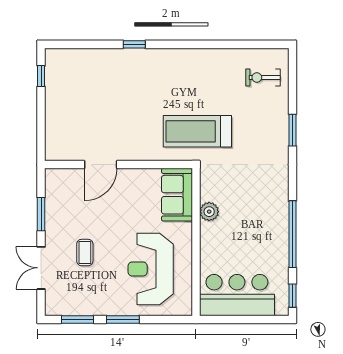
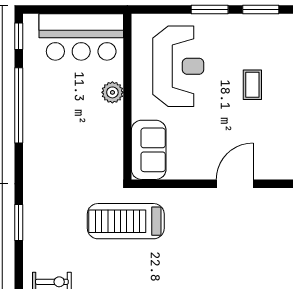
treadmill: (197, 131) -> (126, 221), turned 180
plant: (209, 212) -> (112, 92), moved

